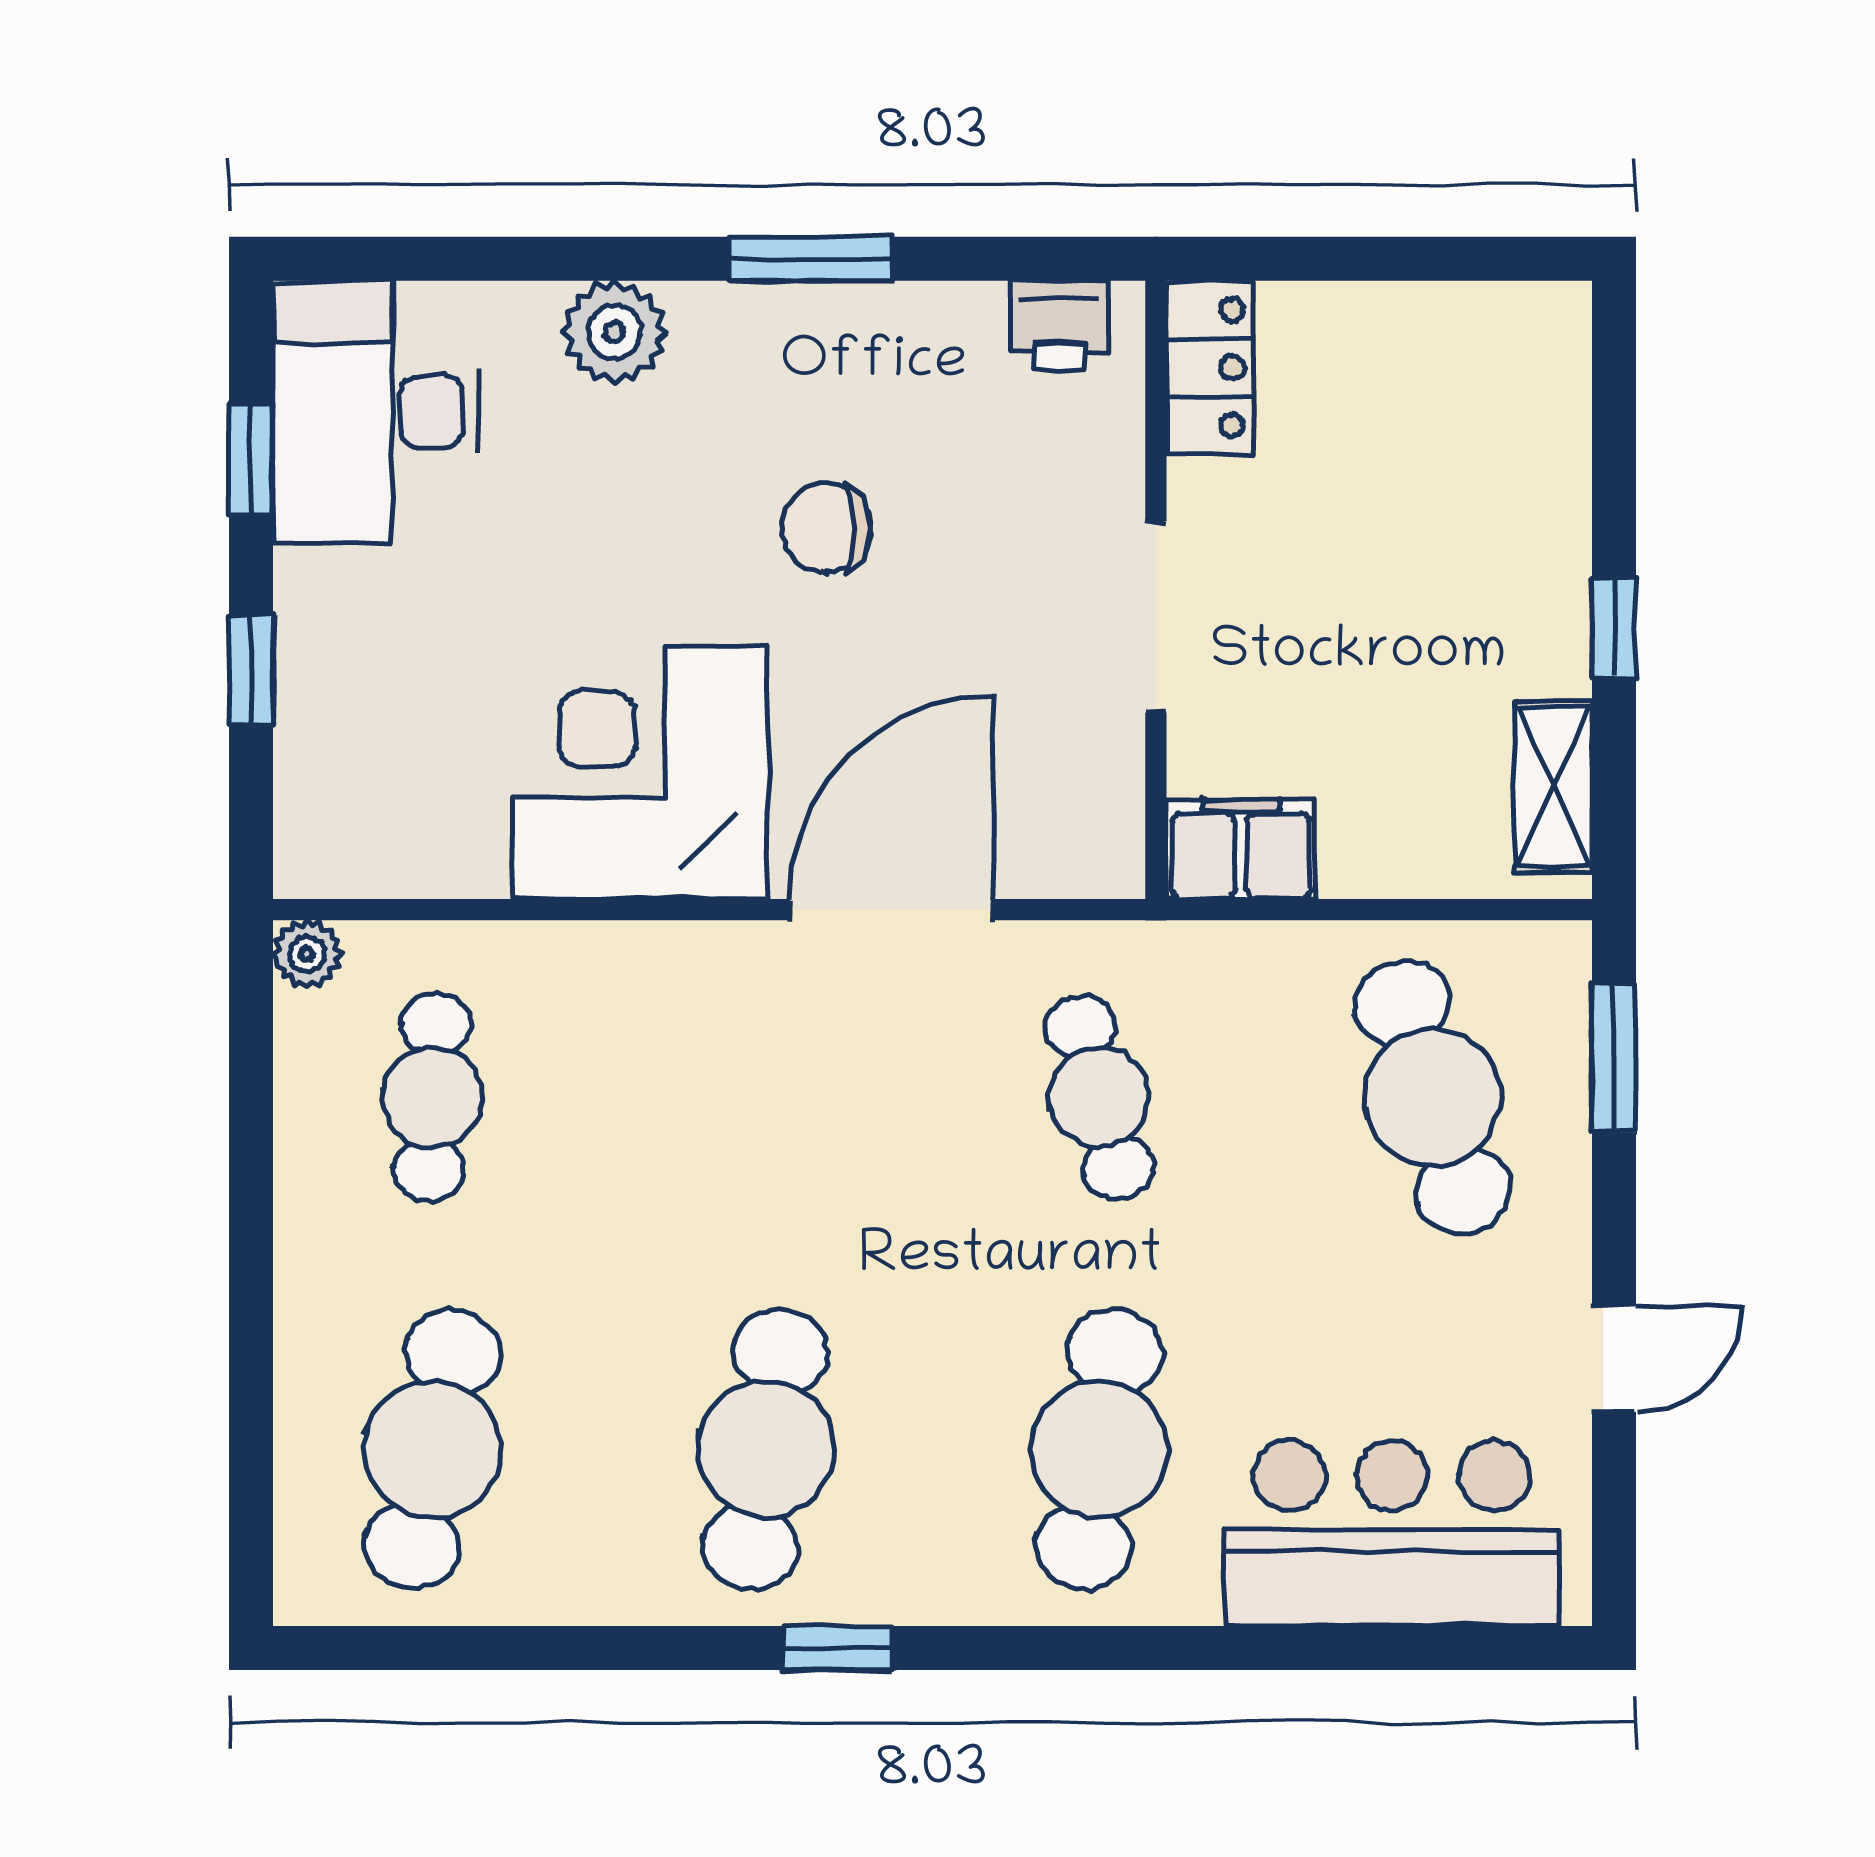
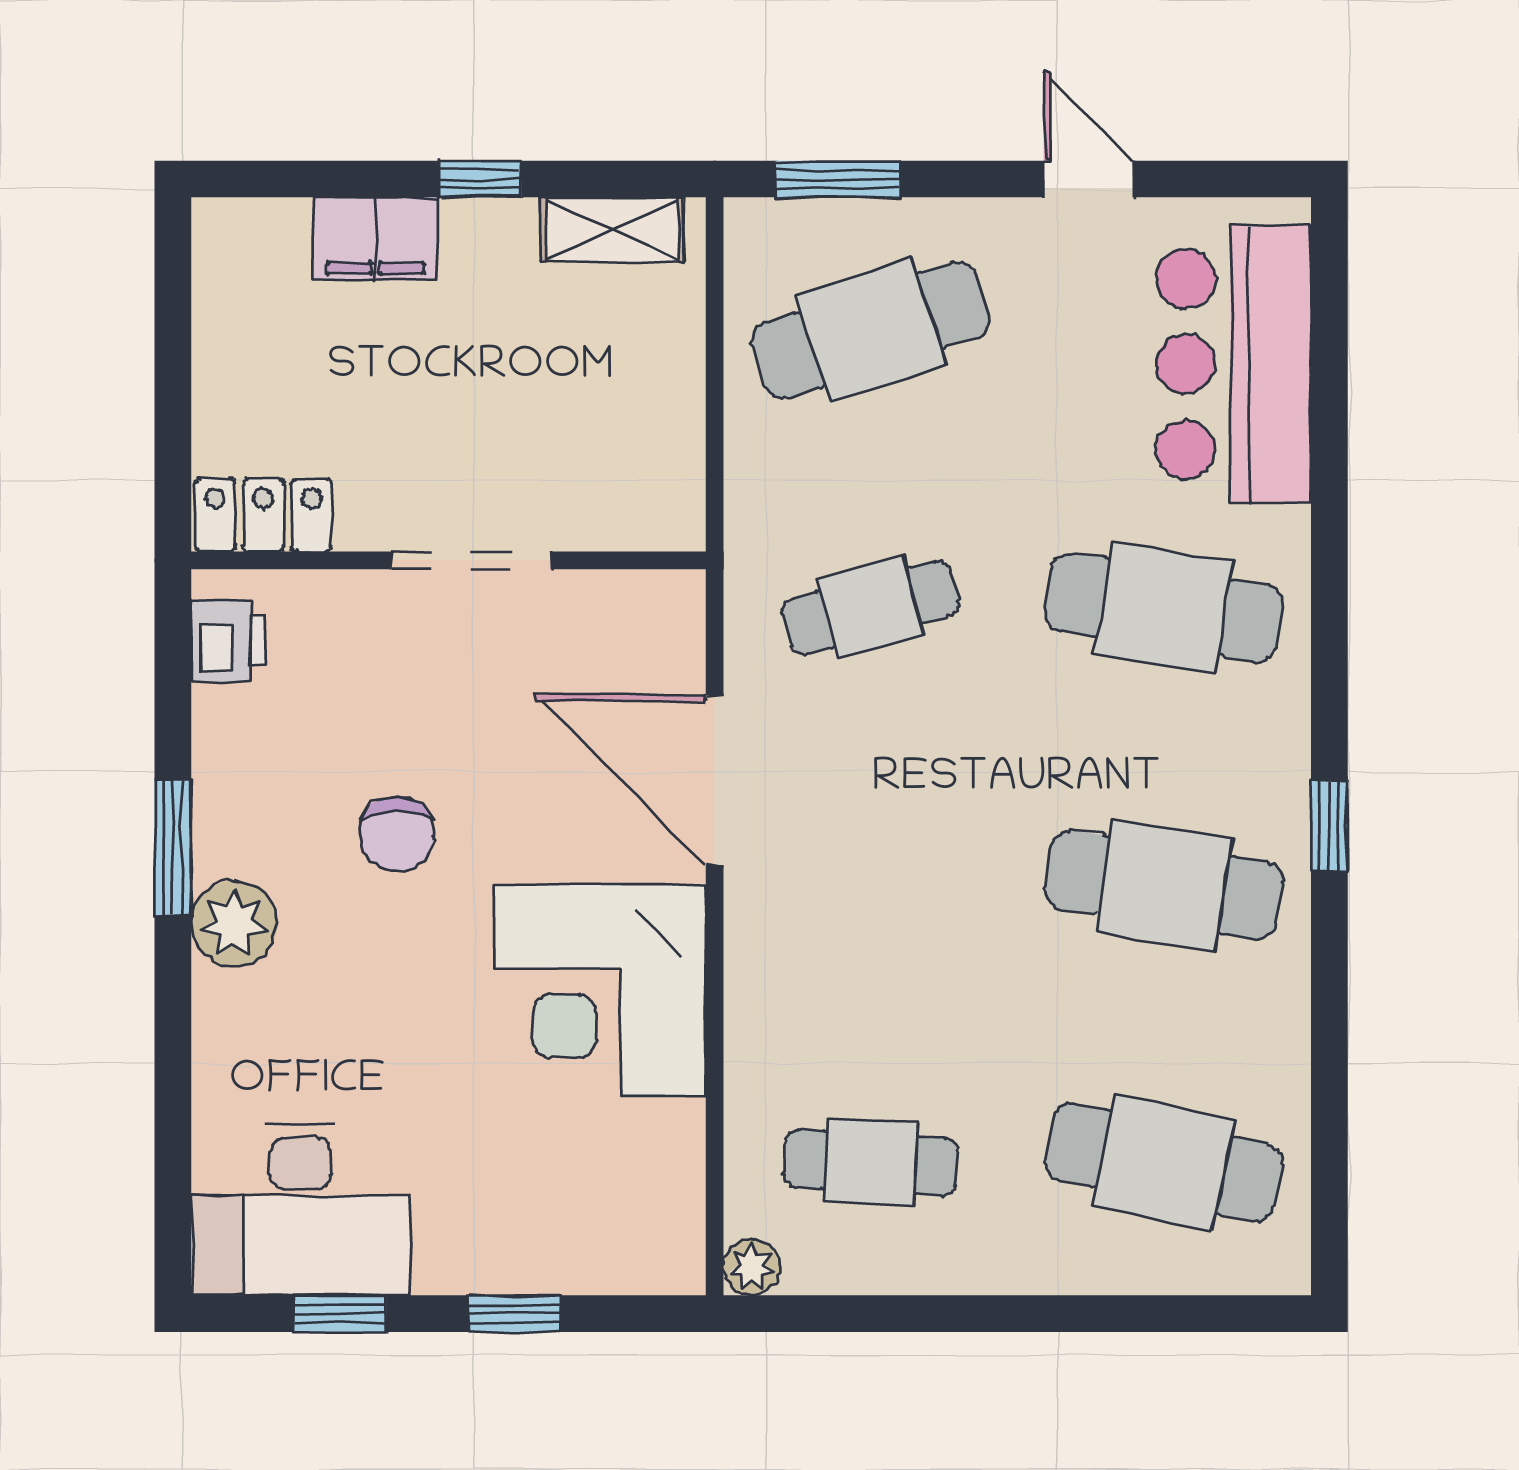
plant: (614, 332) -> (234, 924), moved
filing cabinet: (1241, 849) -> (376, 239), moved, turned -90

